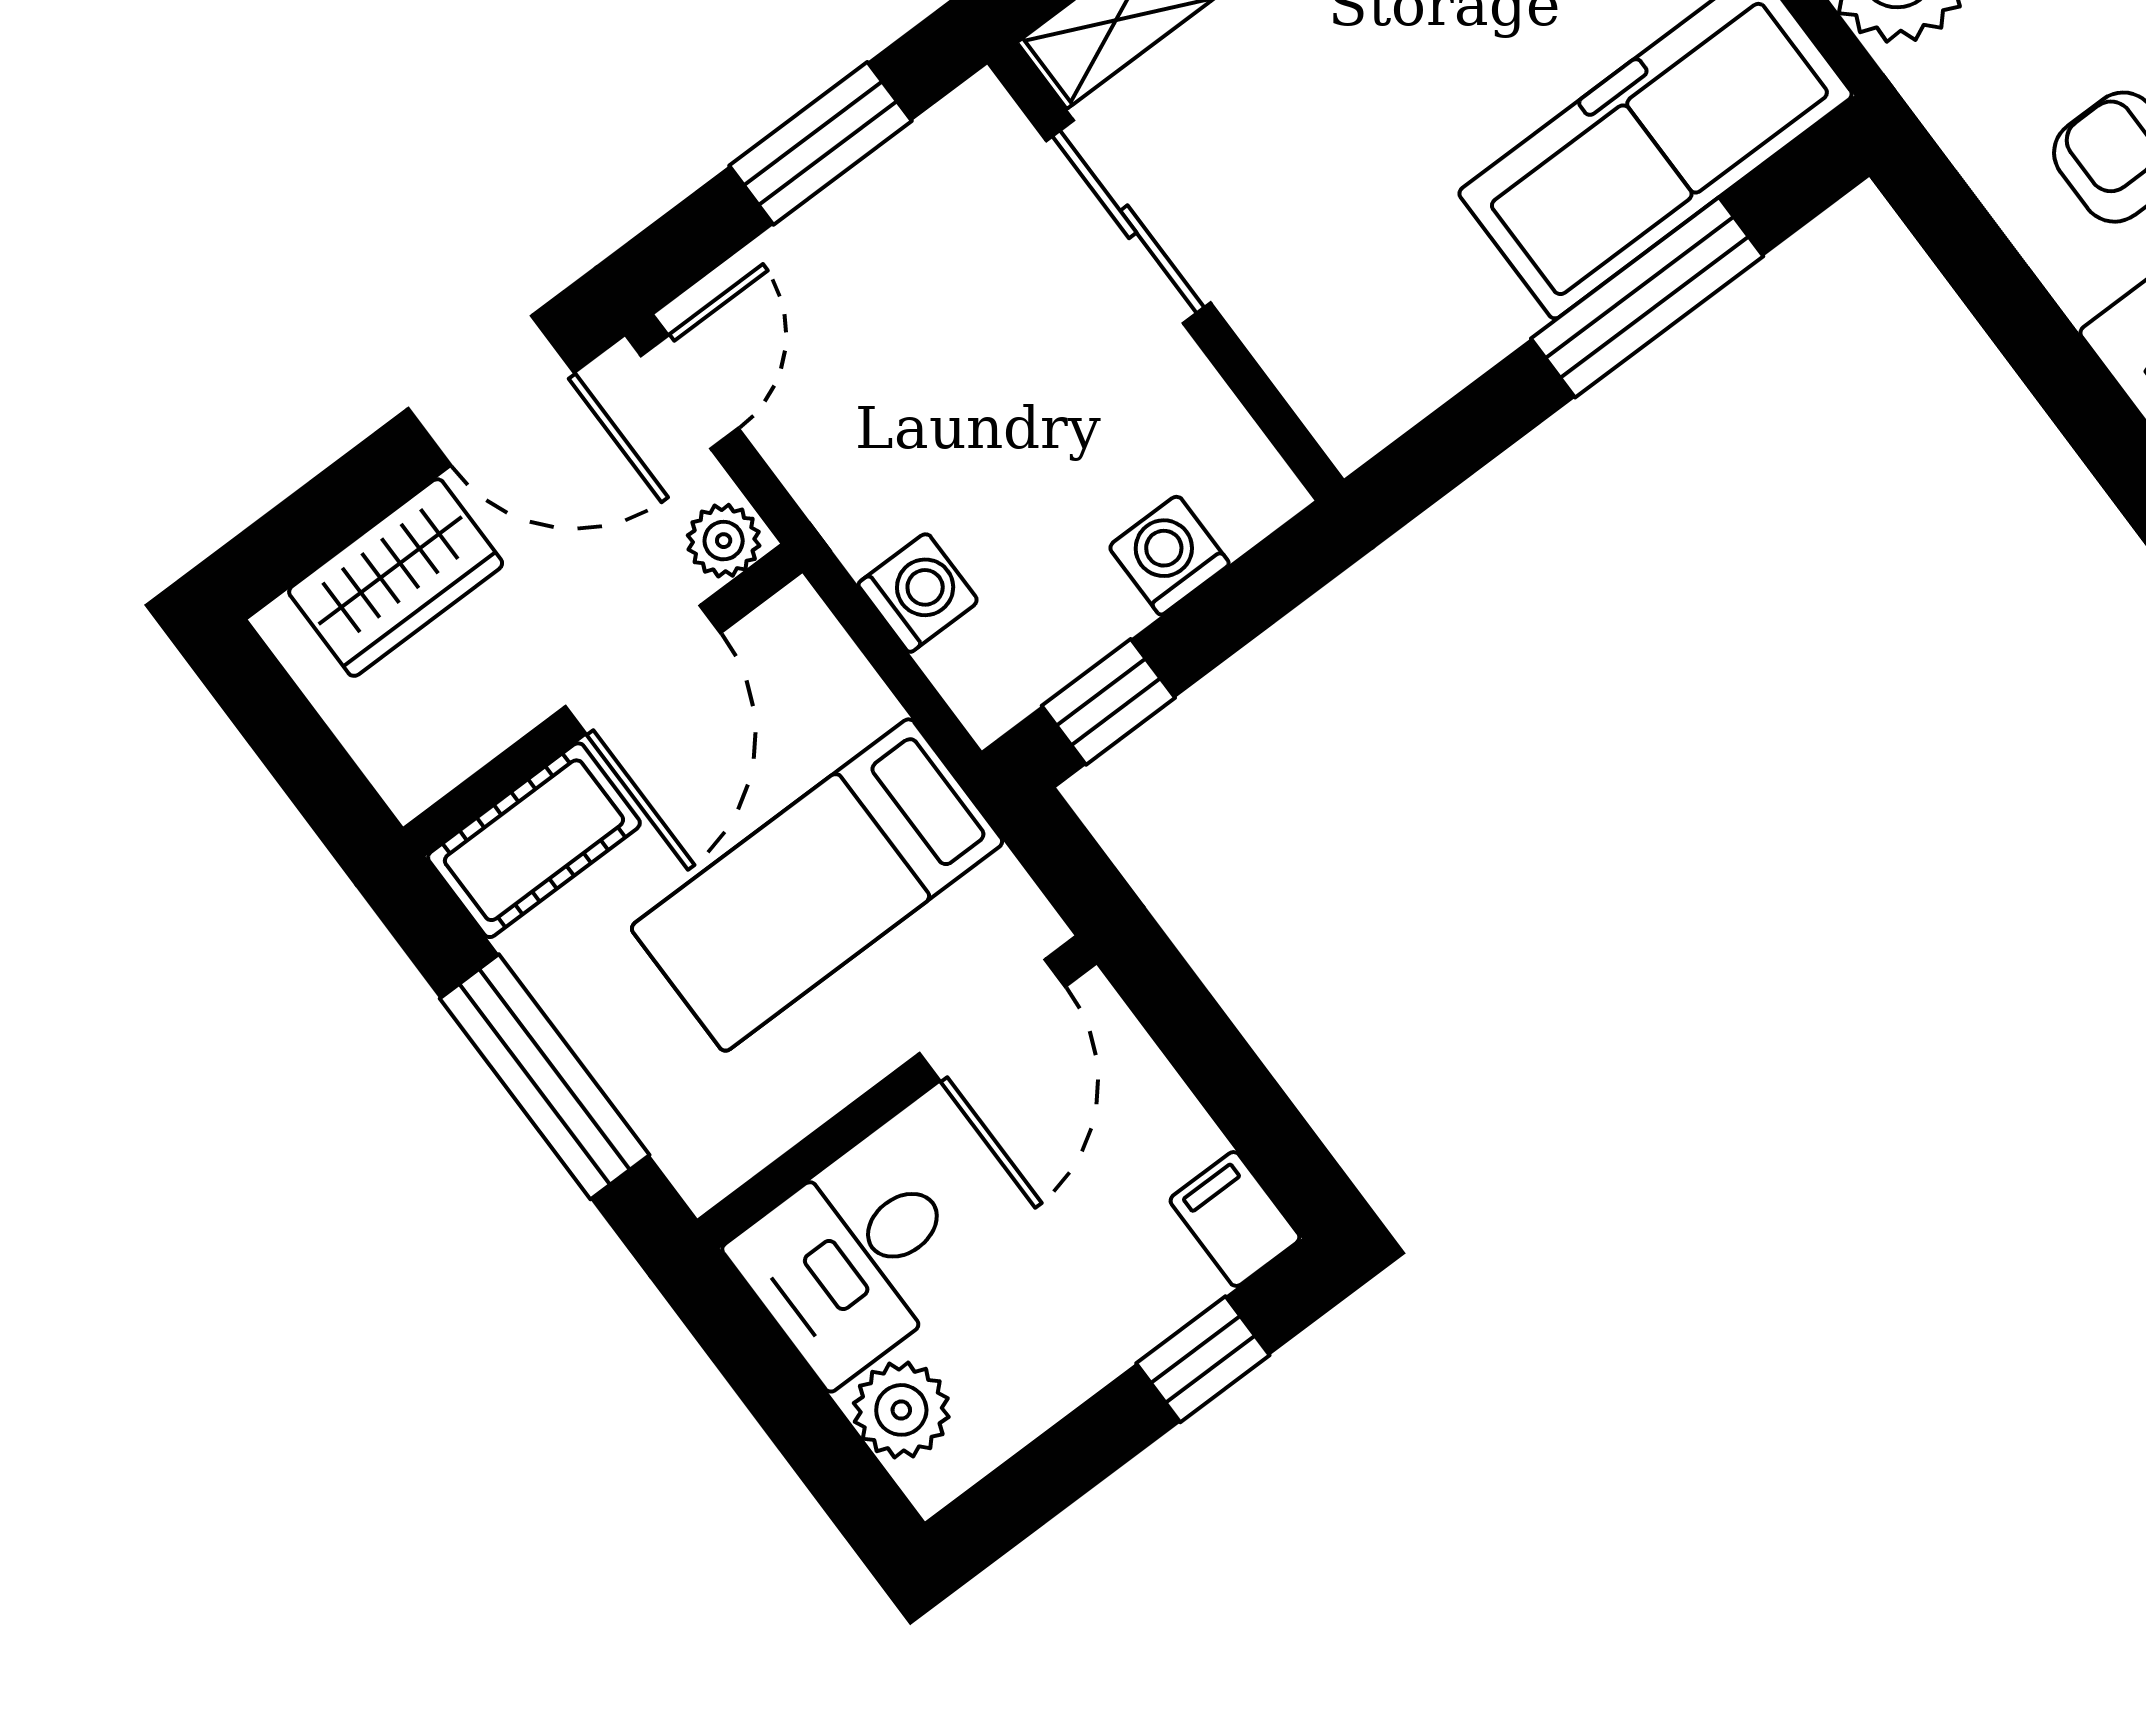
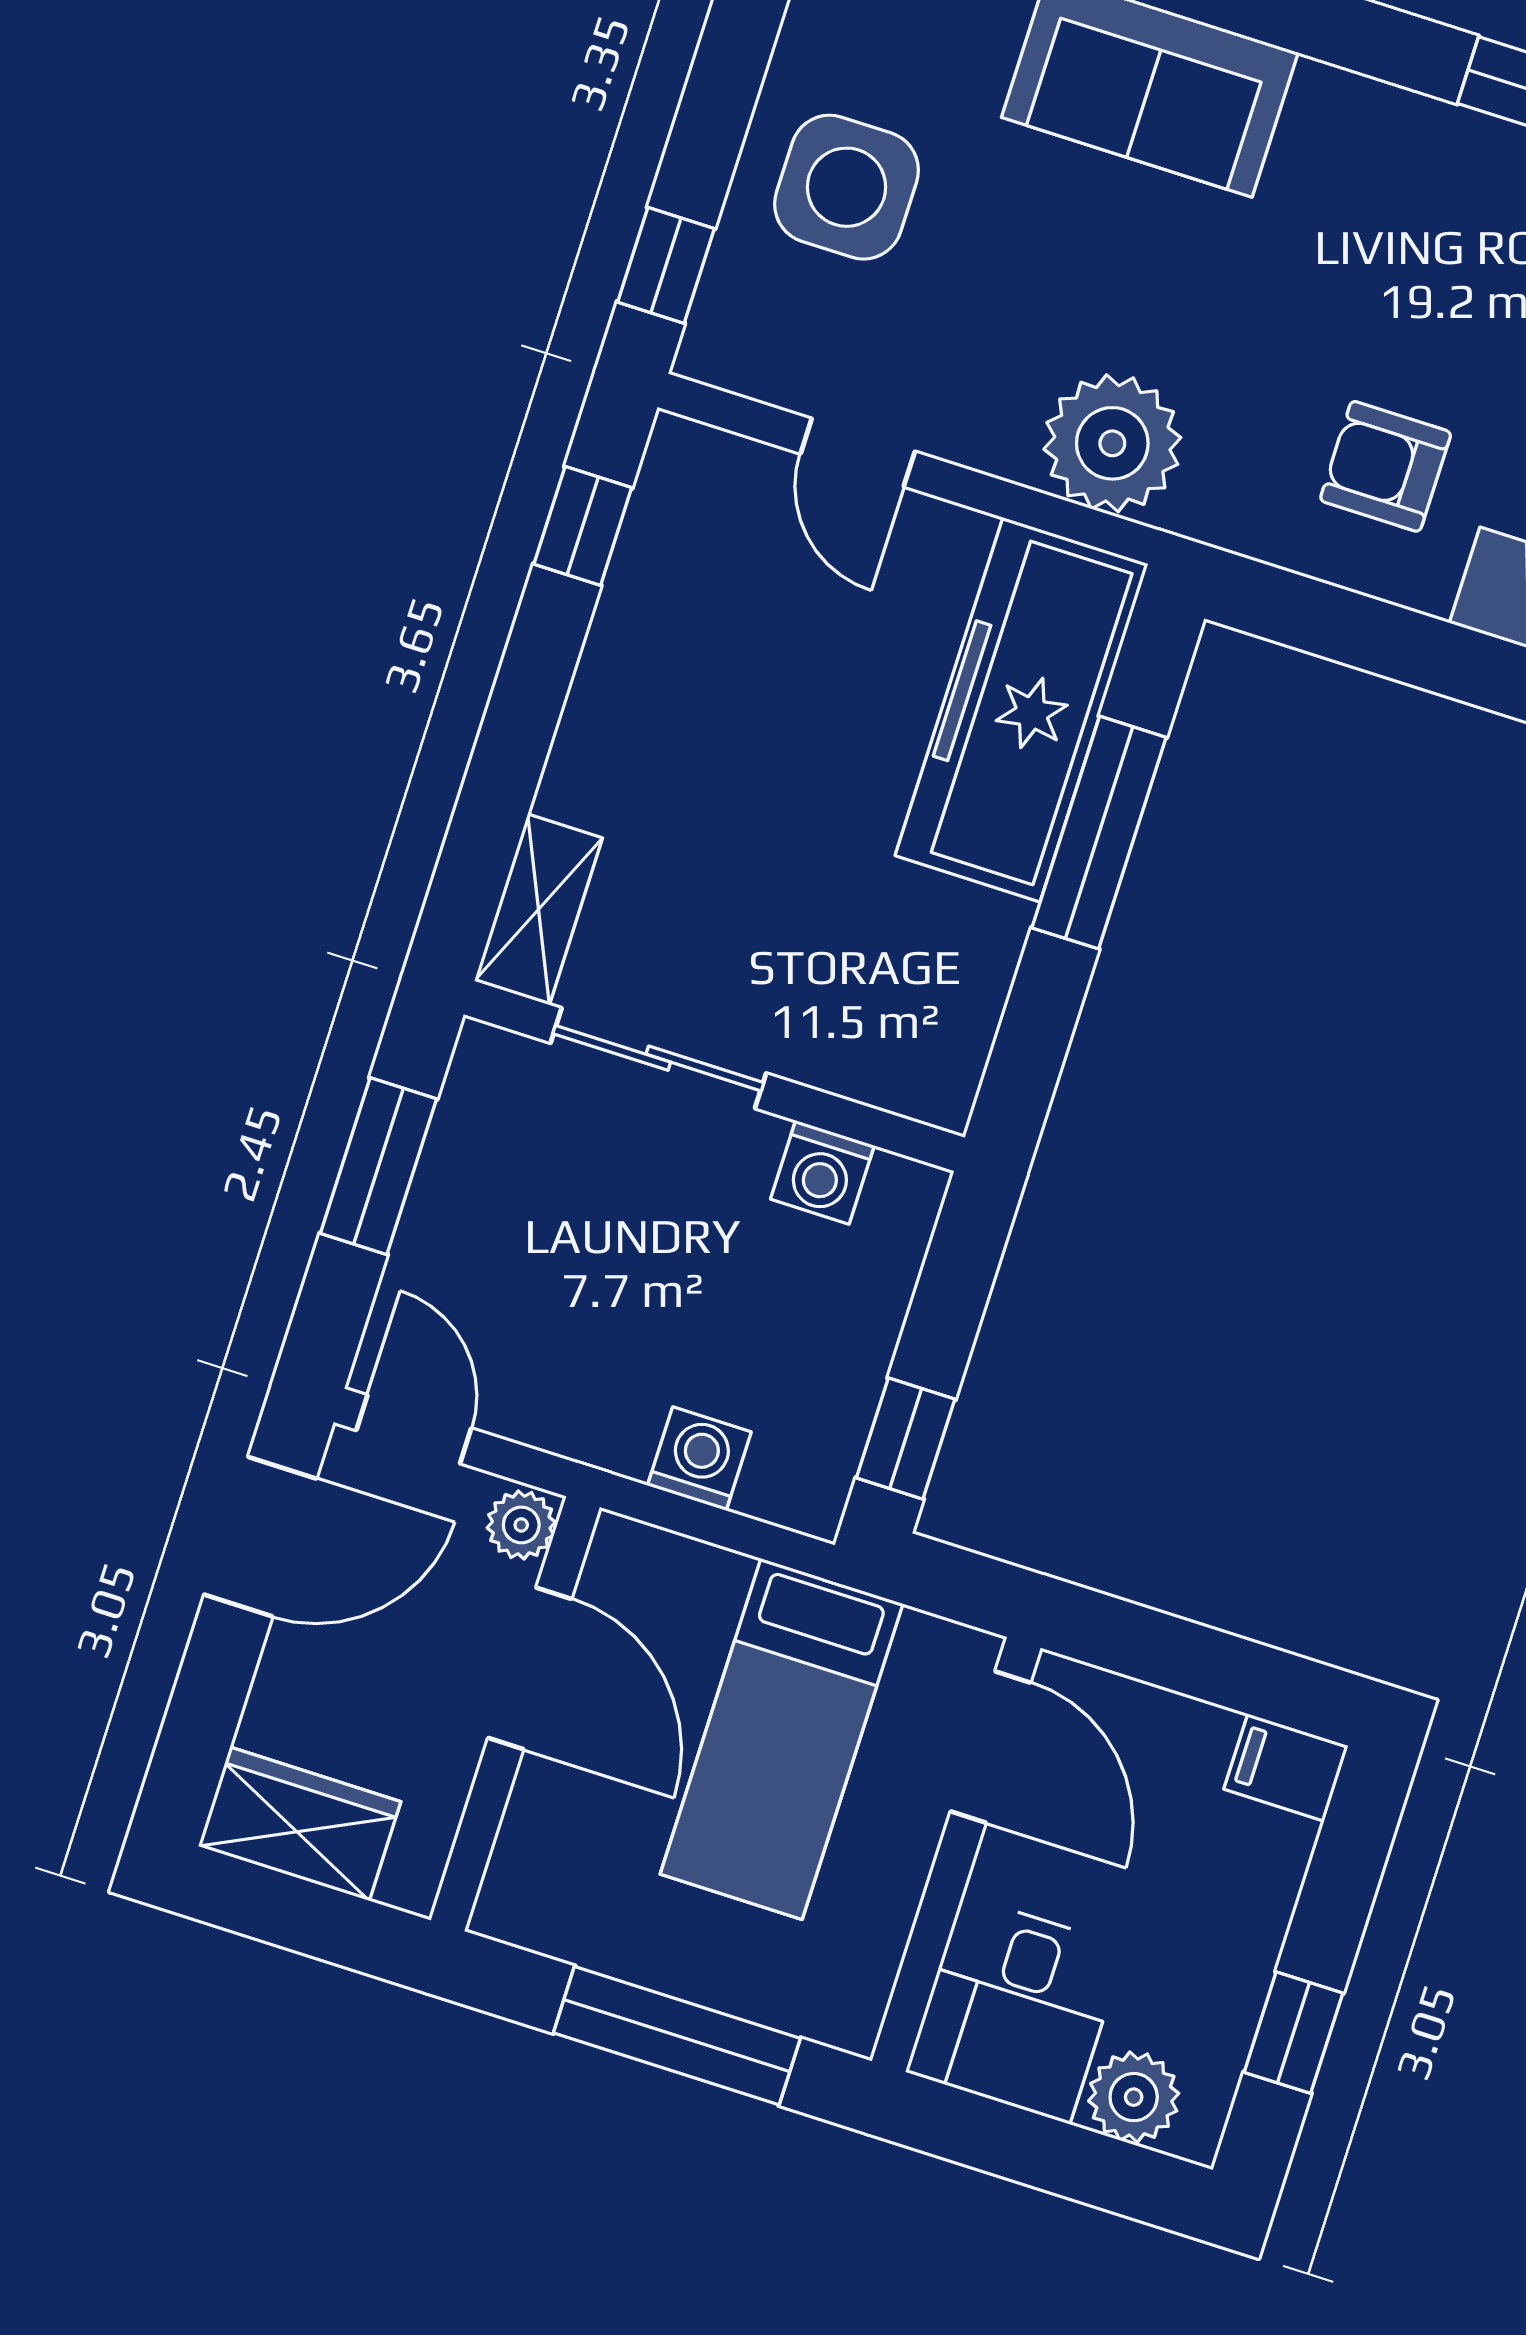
washing machine: (1169, 555) -> (822, 1172), moved, turned -90
wardrobe: (396, 578) -> (300, 1824), moved, turned -90
cot: (534, 840) -> (539, 1859), removed
window: (1203, 1359) -> (1293, 2033), moved

